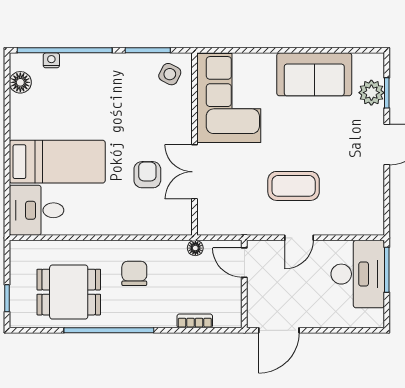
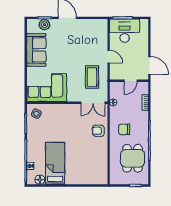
bed: (57, 162) -> (55, 163), moved
double door: (194, 172) -> (93, 103), moved
armchair: (147, 175) -> (98, 131), moved
coffee table: (294, 186) -> (92, 77), moved
desk: (37, 210) -> (96, 172), removed
door: (244, 263) -> (131, 81), moved

